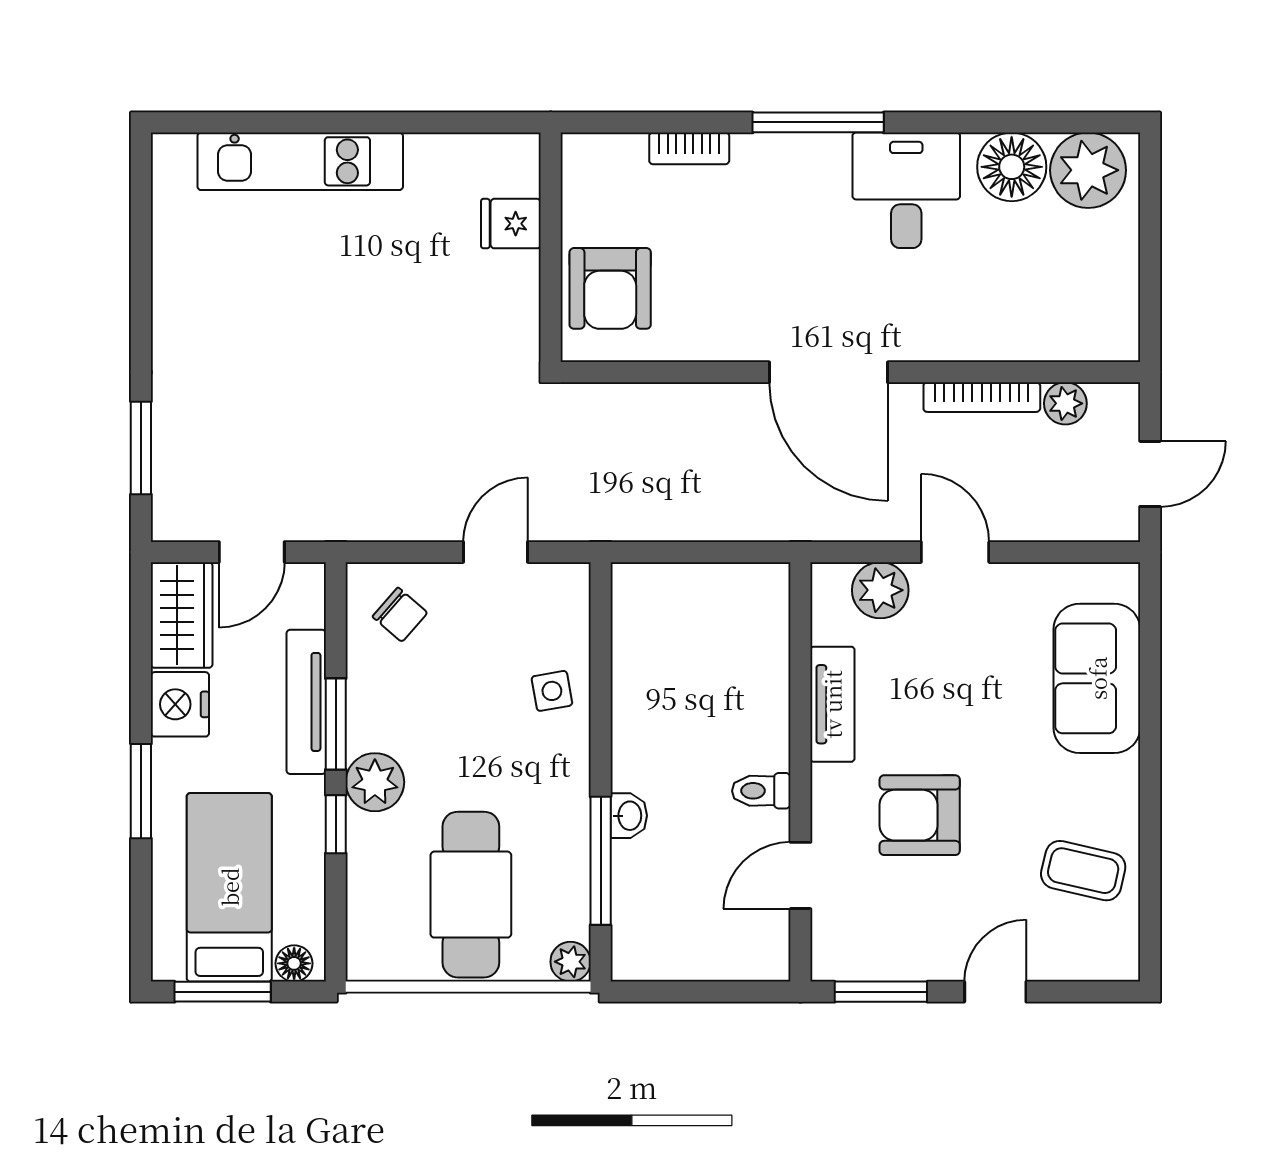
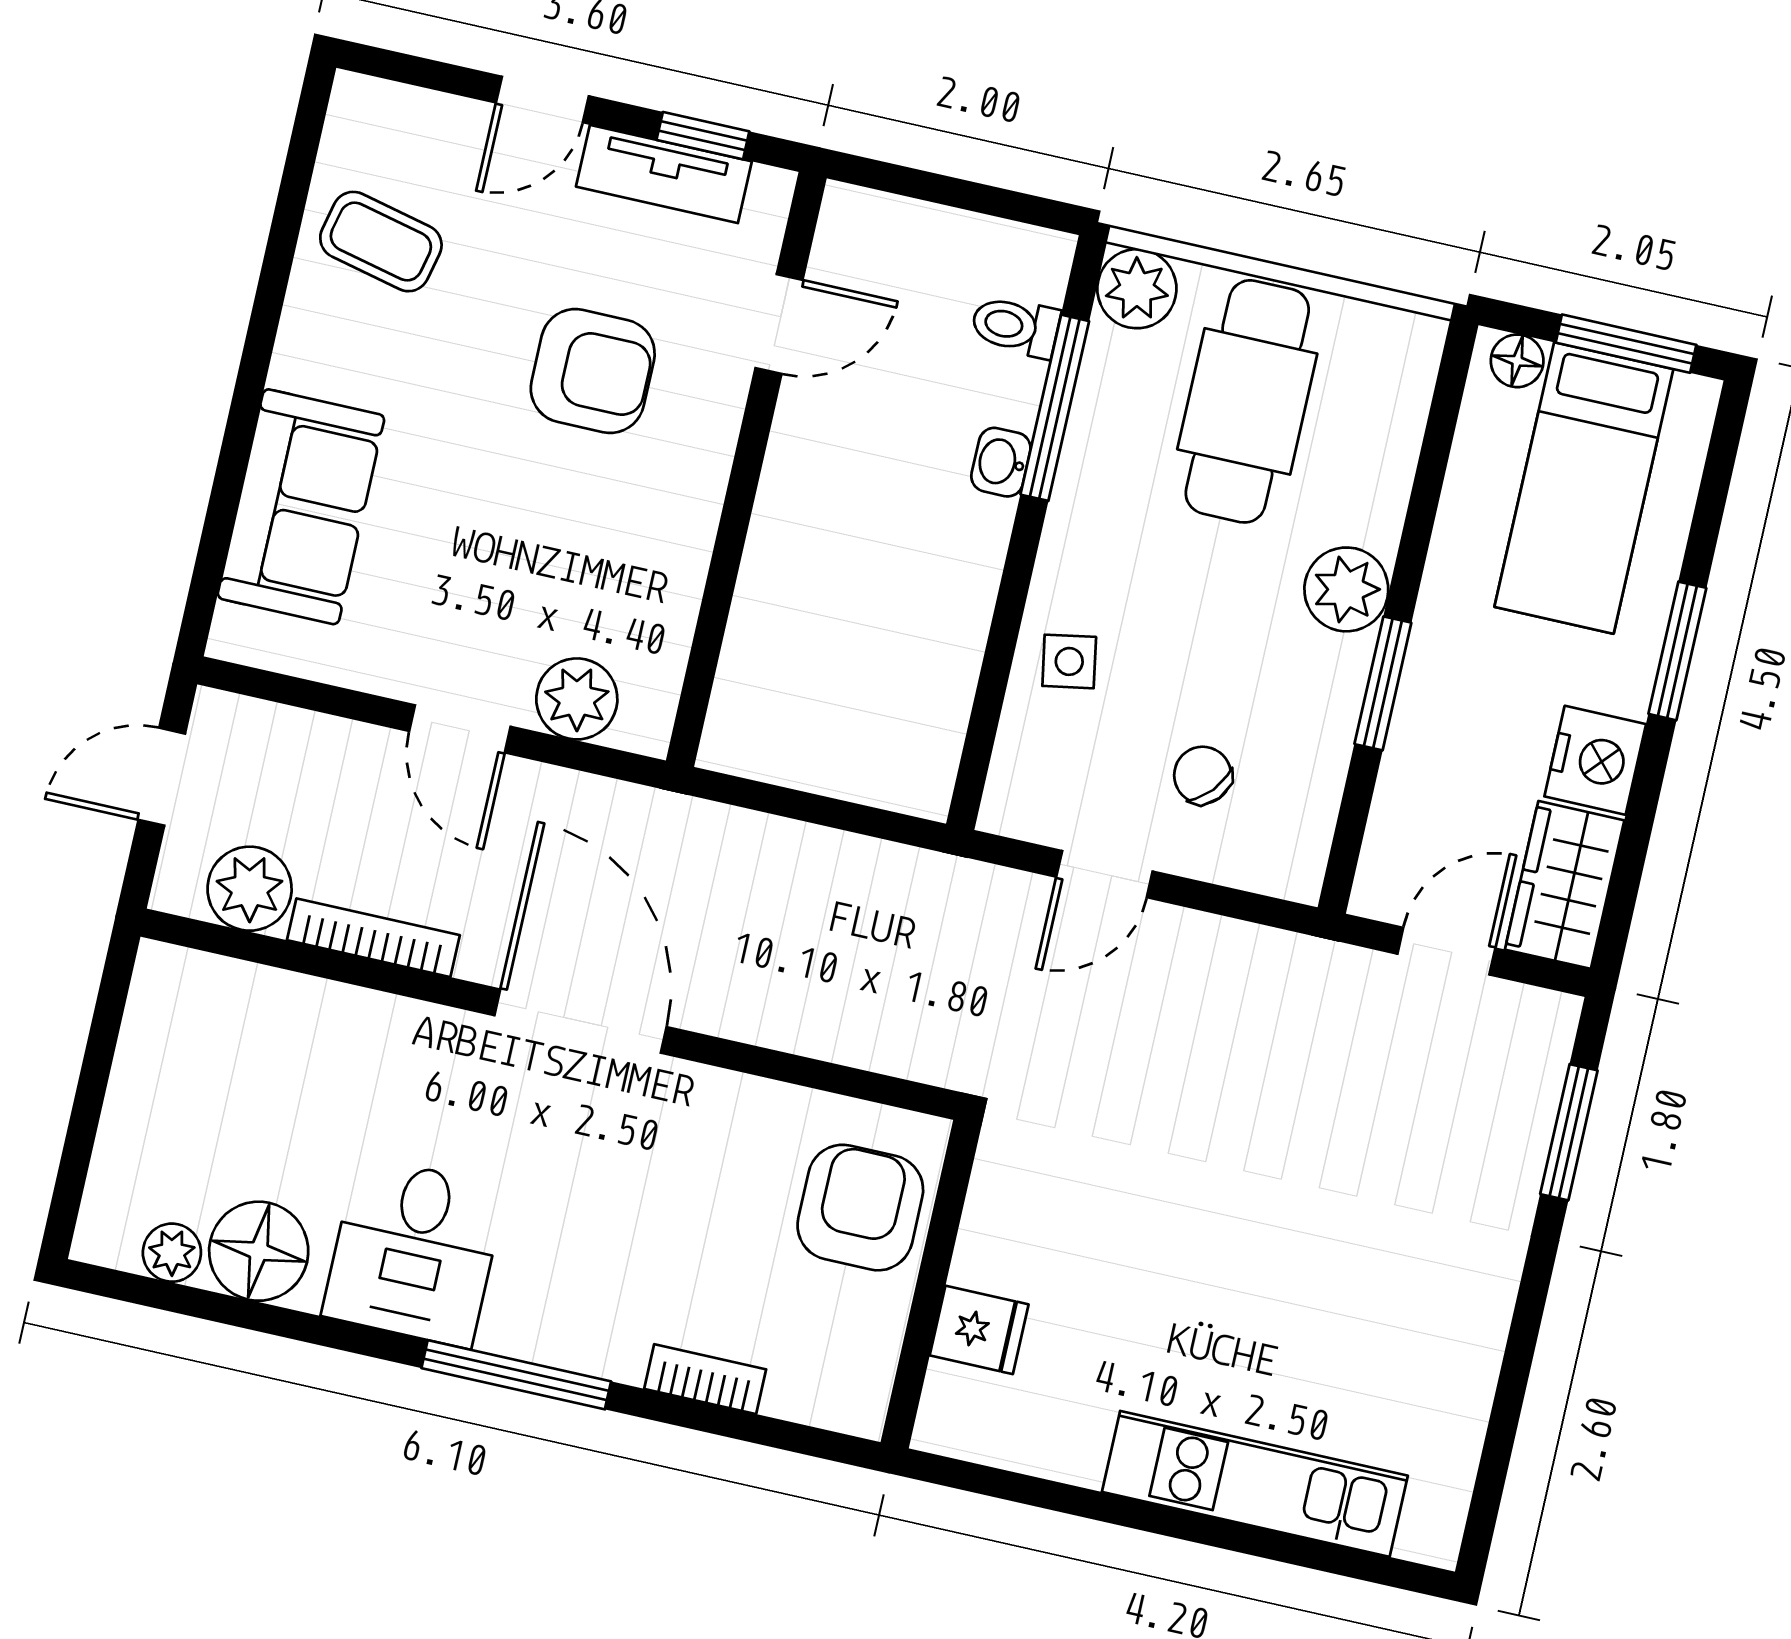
plant: (1088, 170) -> (172, 1253), width x0.53, depth x0.53
plant: (1065, 403) -> (250, 889), width x1.38, depth x1.38
chair: (400, 615) -> (1203, 775), moved
tv unit: (306, 702) -> (1417, 724), removed
tv unit: (832, 704) -> (664, 174), moved, turned -90
toilet: (761, 791) -> (1015, 326), moved, turned 180
window: (336, 824) -> (1415, 543), removed
plant: (571, 962) -> (1137, 289), width x1.38, depth x1.38
window: (881, 992) -> (703, 136), width x0.67

